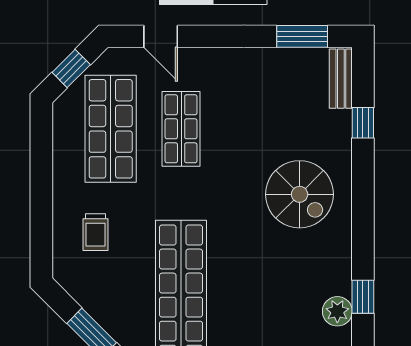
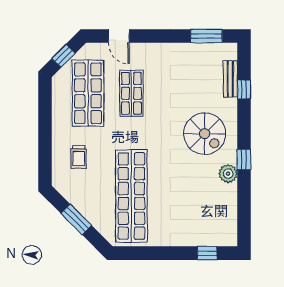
bench: (341, 79) -> (230, 79), moved
window: (363, 297) -> (244, 159), moved
plant: (337, 311) -> (228, 174), moved

